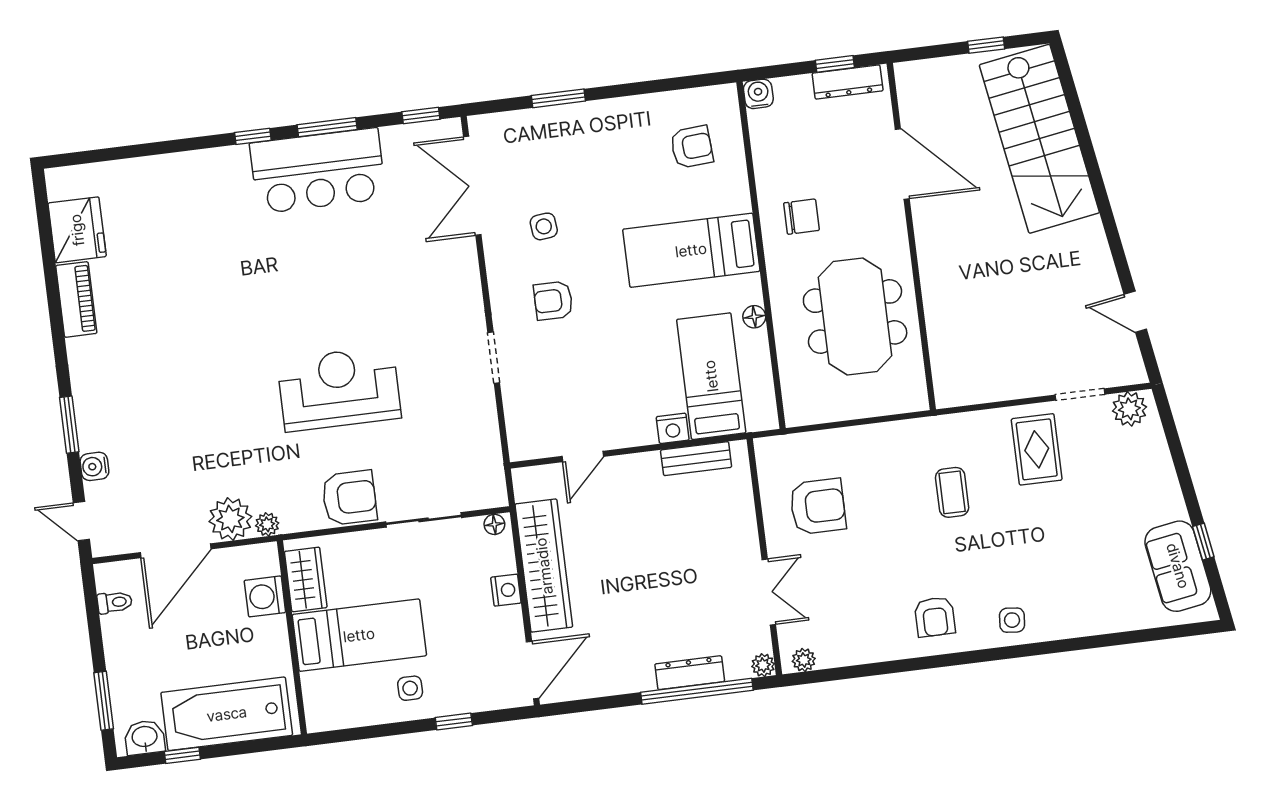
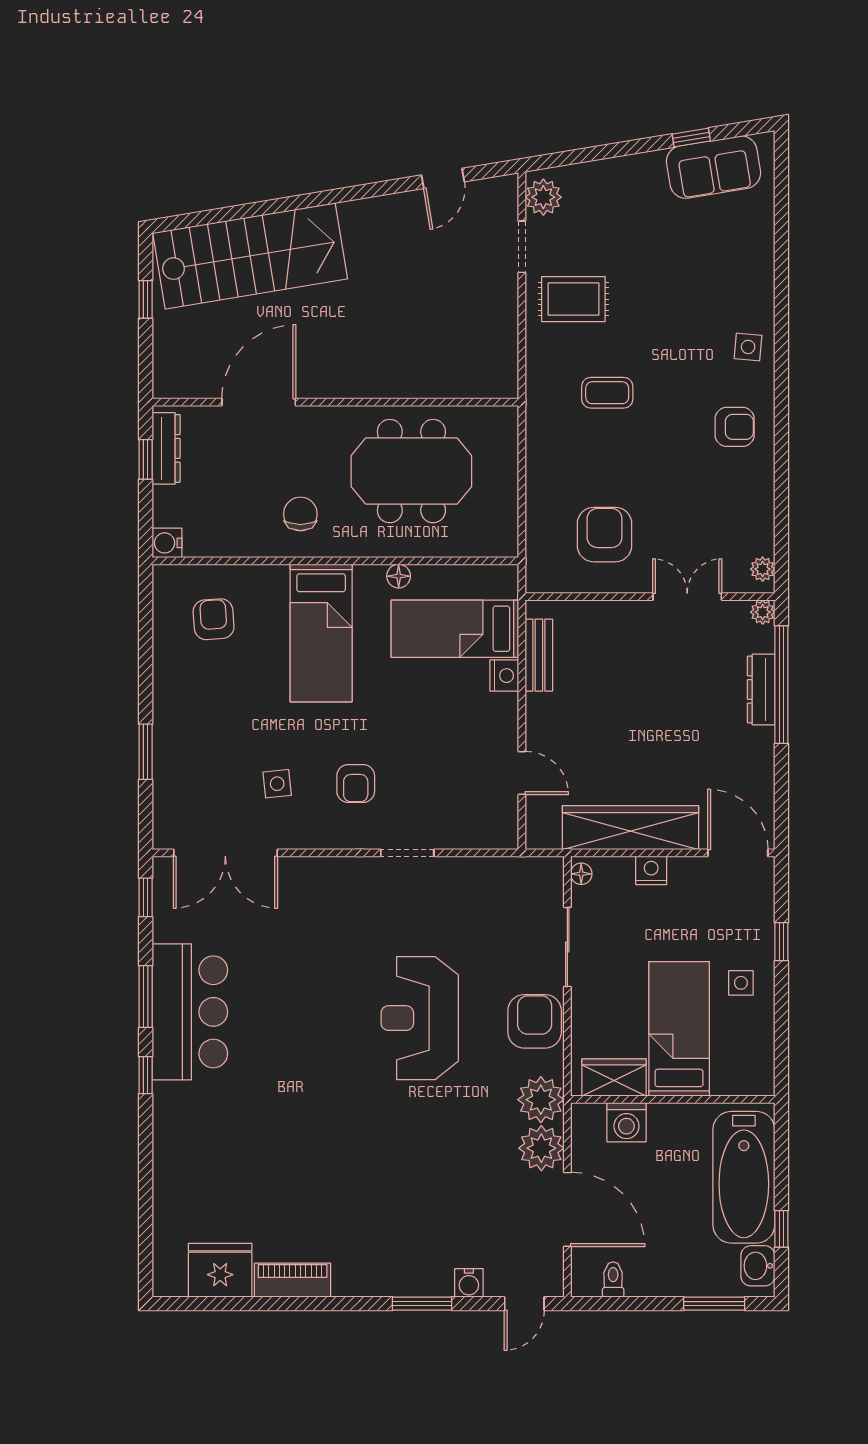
plant: (267, 524) -> (541, 1100), width x1.87, depth x1.87

